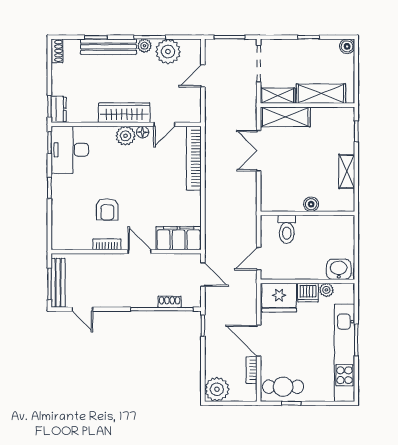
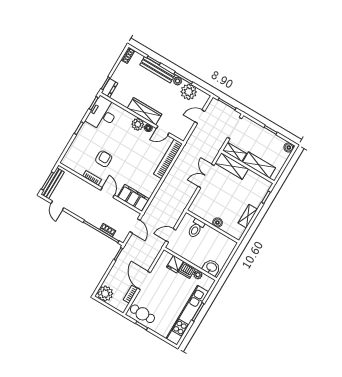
armchair: (107, 209) -> (104, 159), turned 180
fridge: (279, 298) -> (175, 264), width x0.53, depth x0.75

